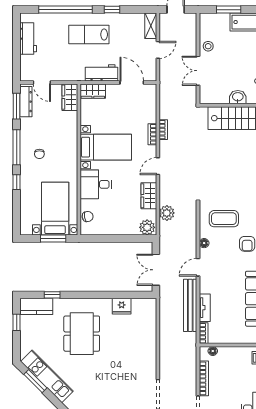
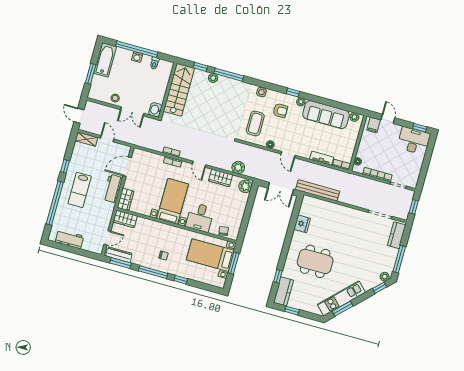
washbasin: (238, 97) -> (155, 110), moved
bench: (190, 305) -> (318, 190), moved

